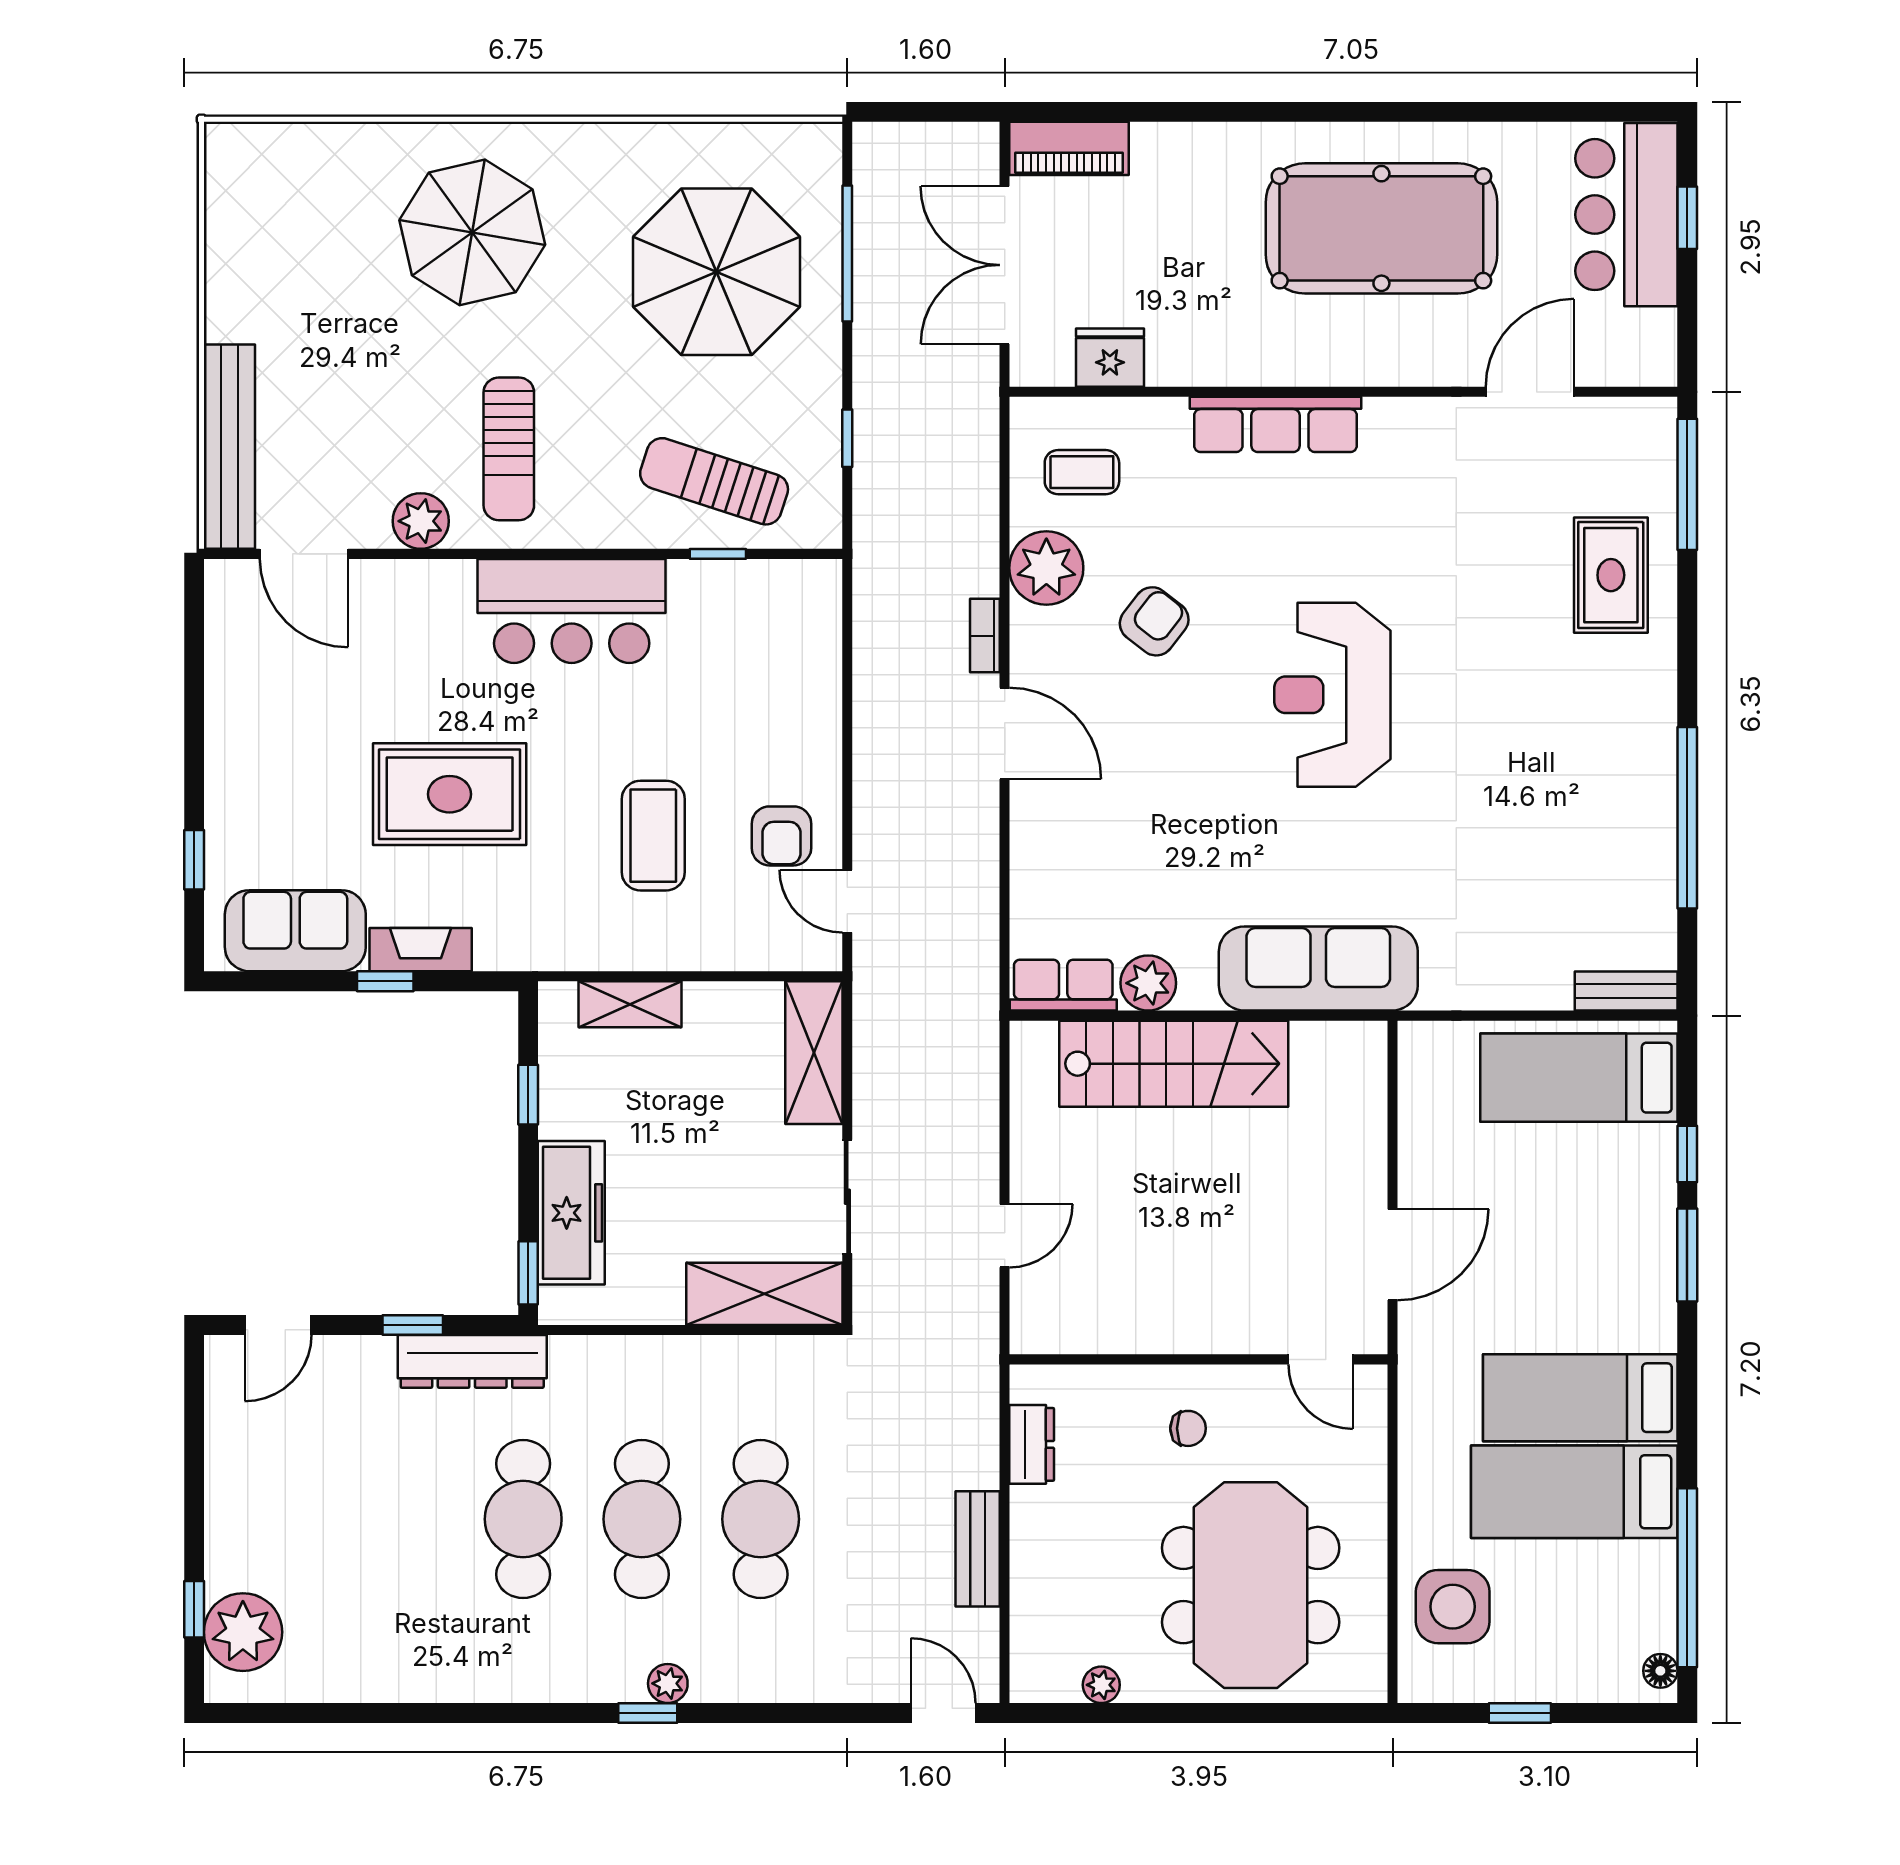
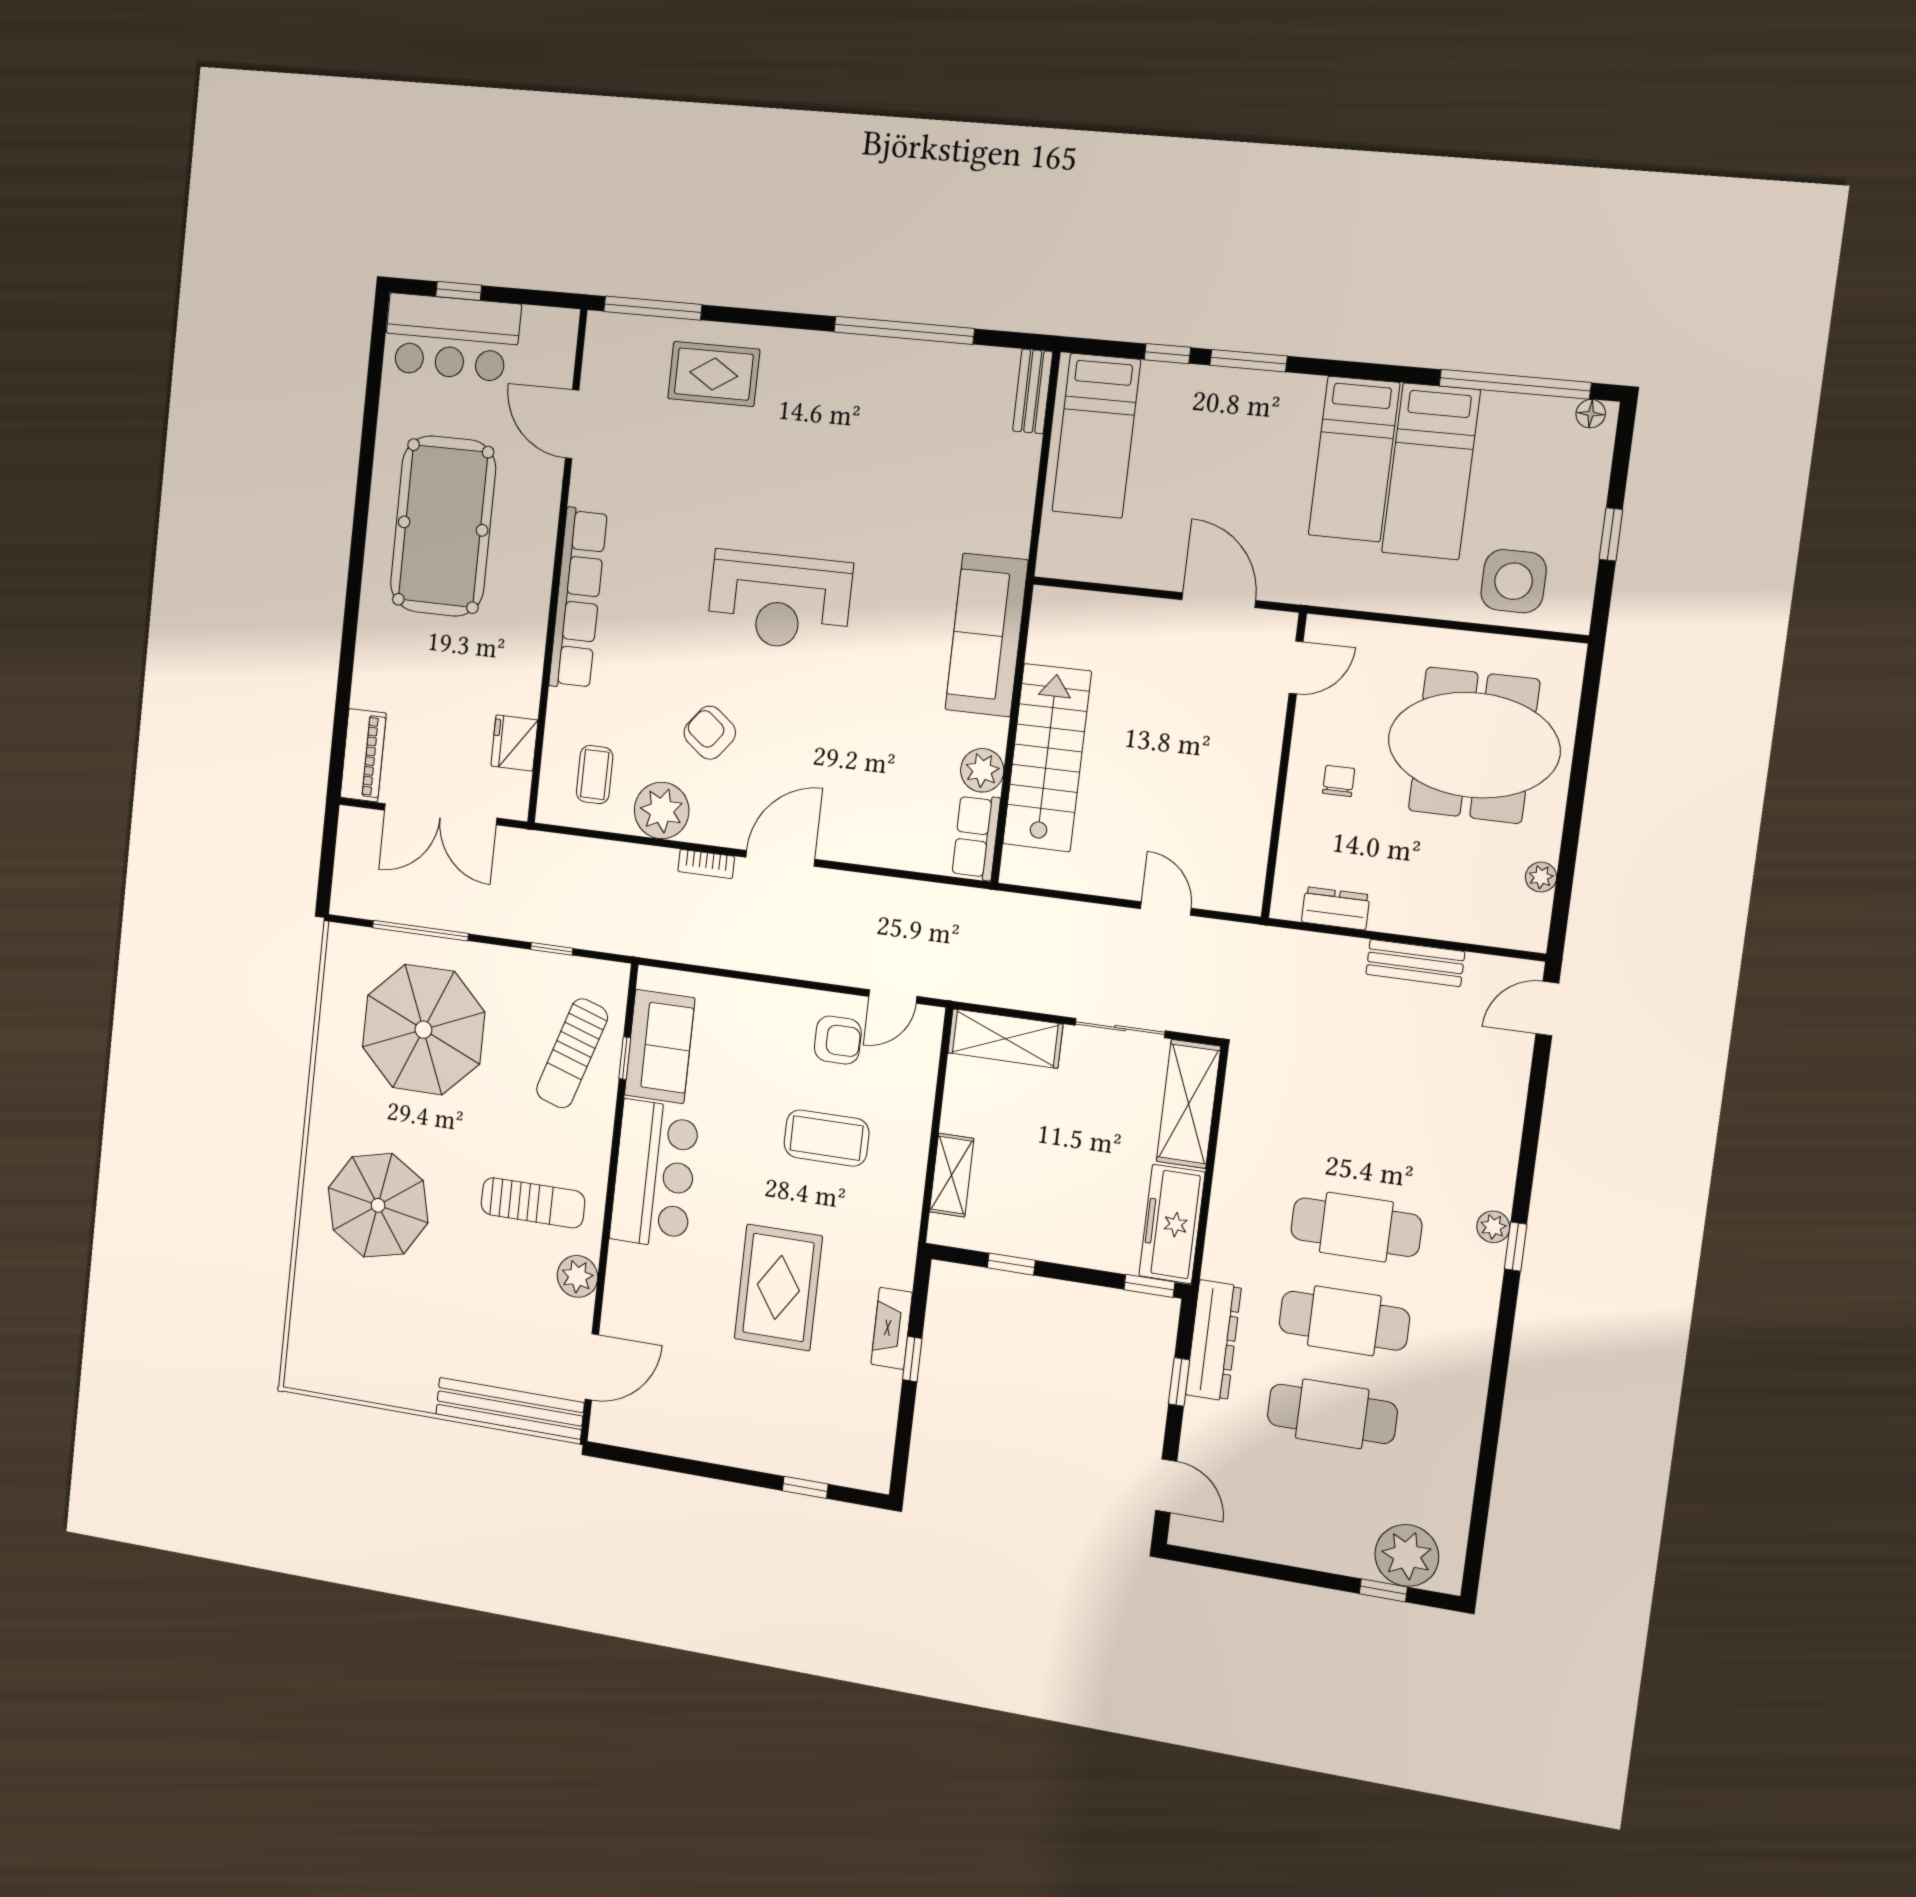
row of seats: (1275, 424) -> (578, 599), width x1.36
sofa: (295, 931) -> (660, 1047), moved, turned 180
freezer: (571, 1213) -> (1172, 1224), moved, turned -90
cafe table: (761, 1519) -> (1332, 1414), moved

